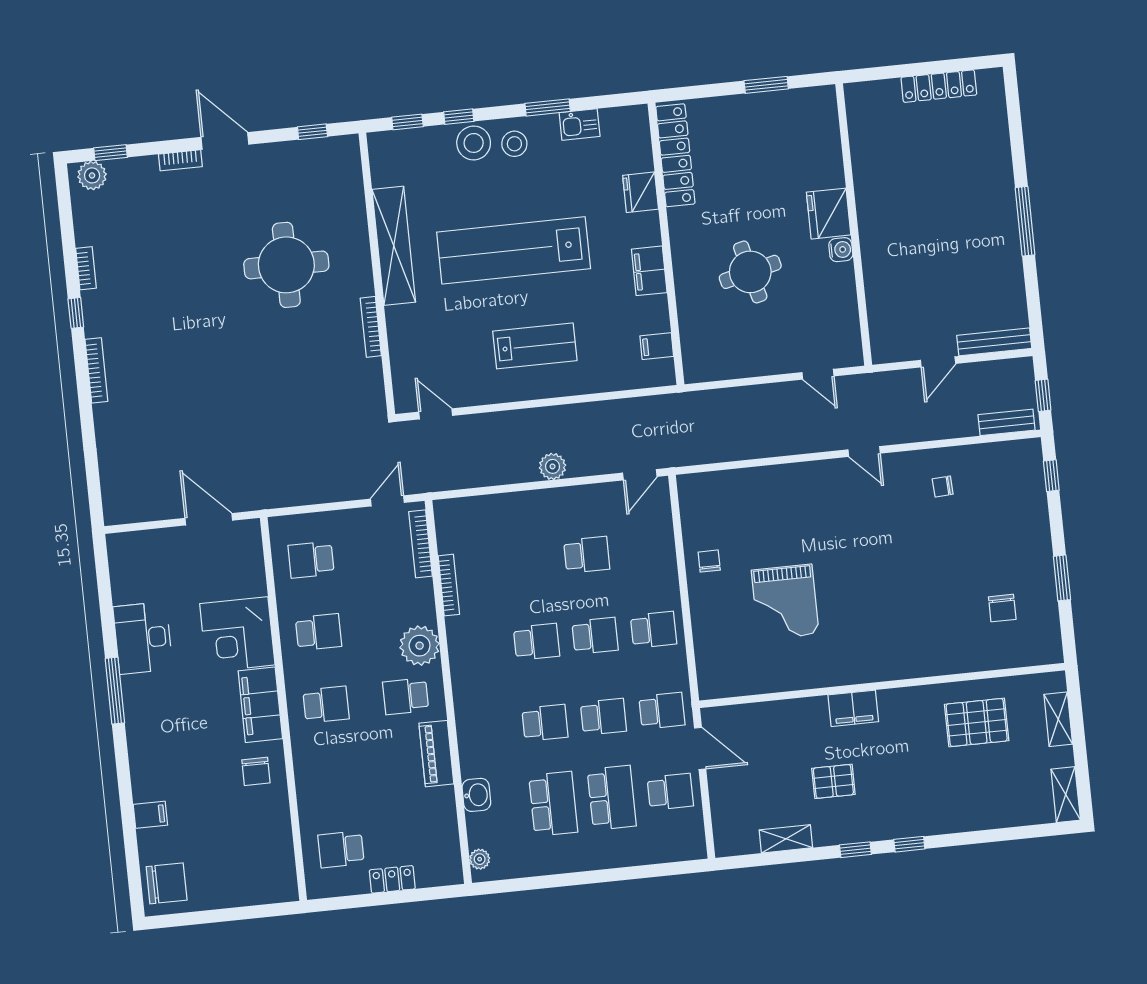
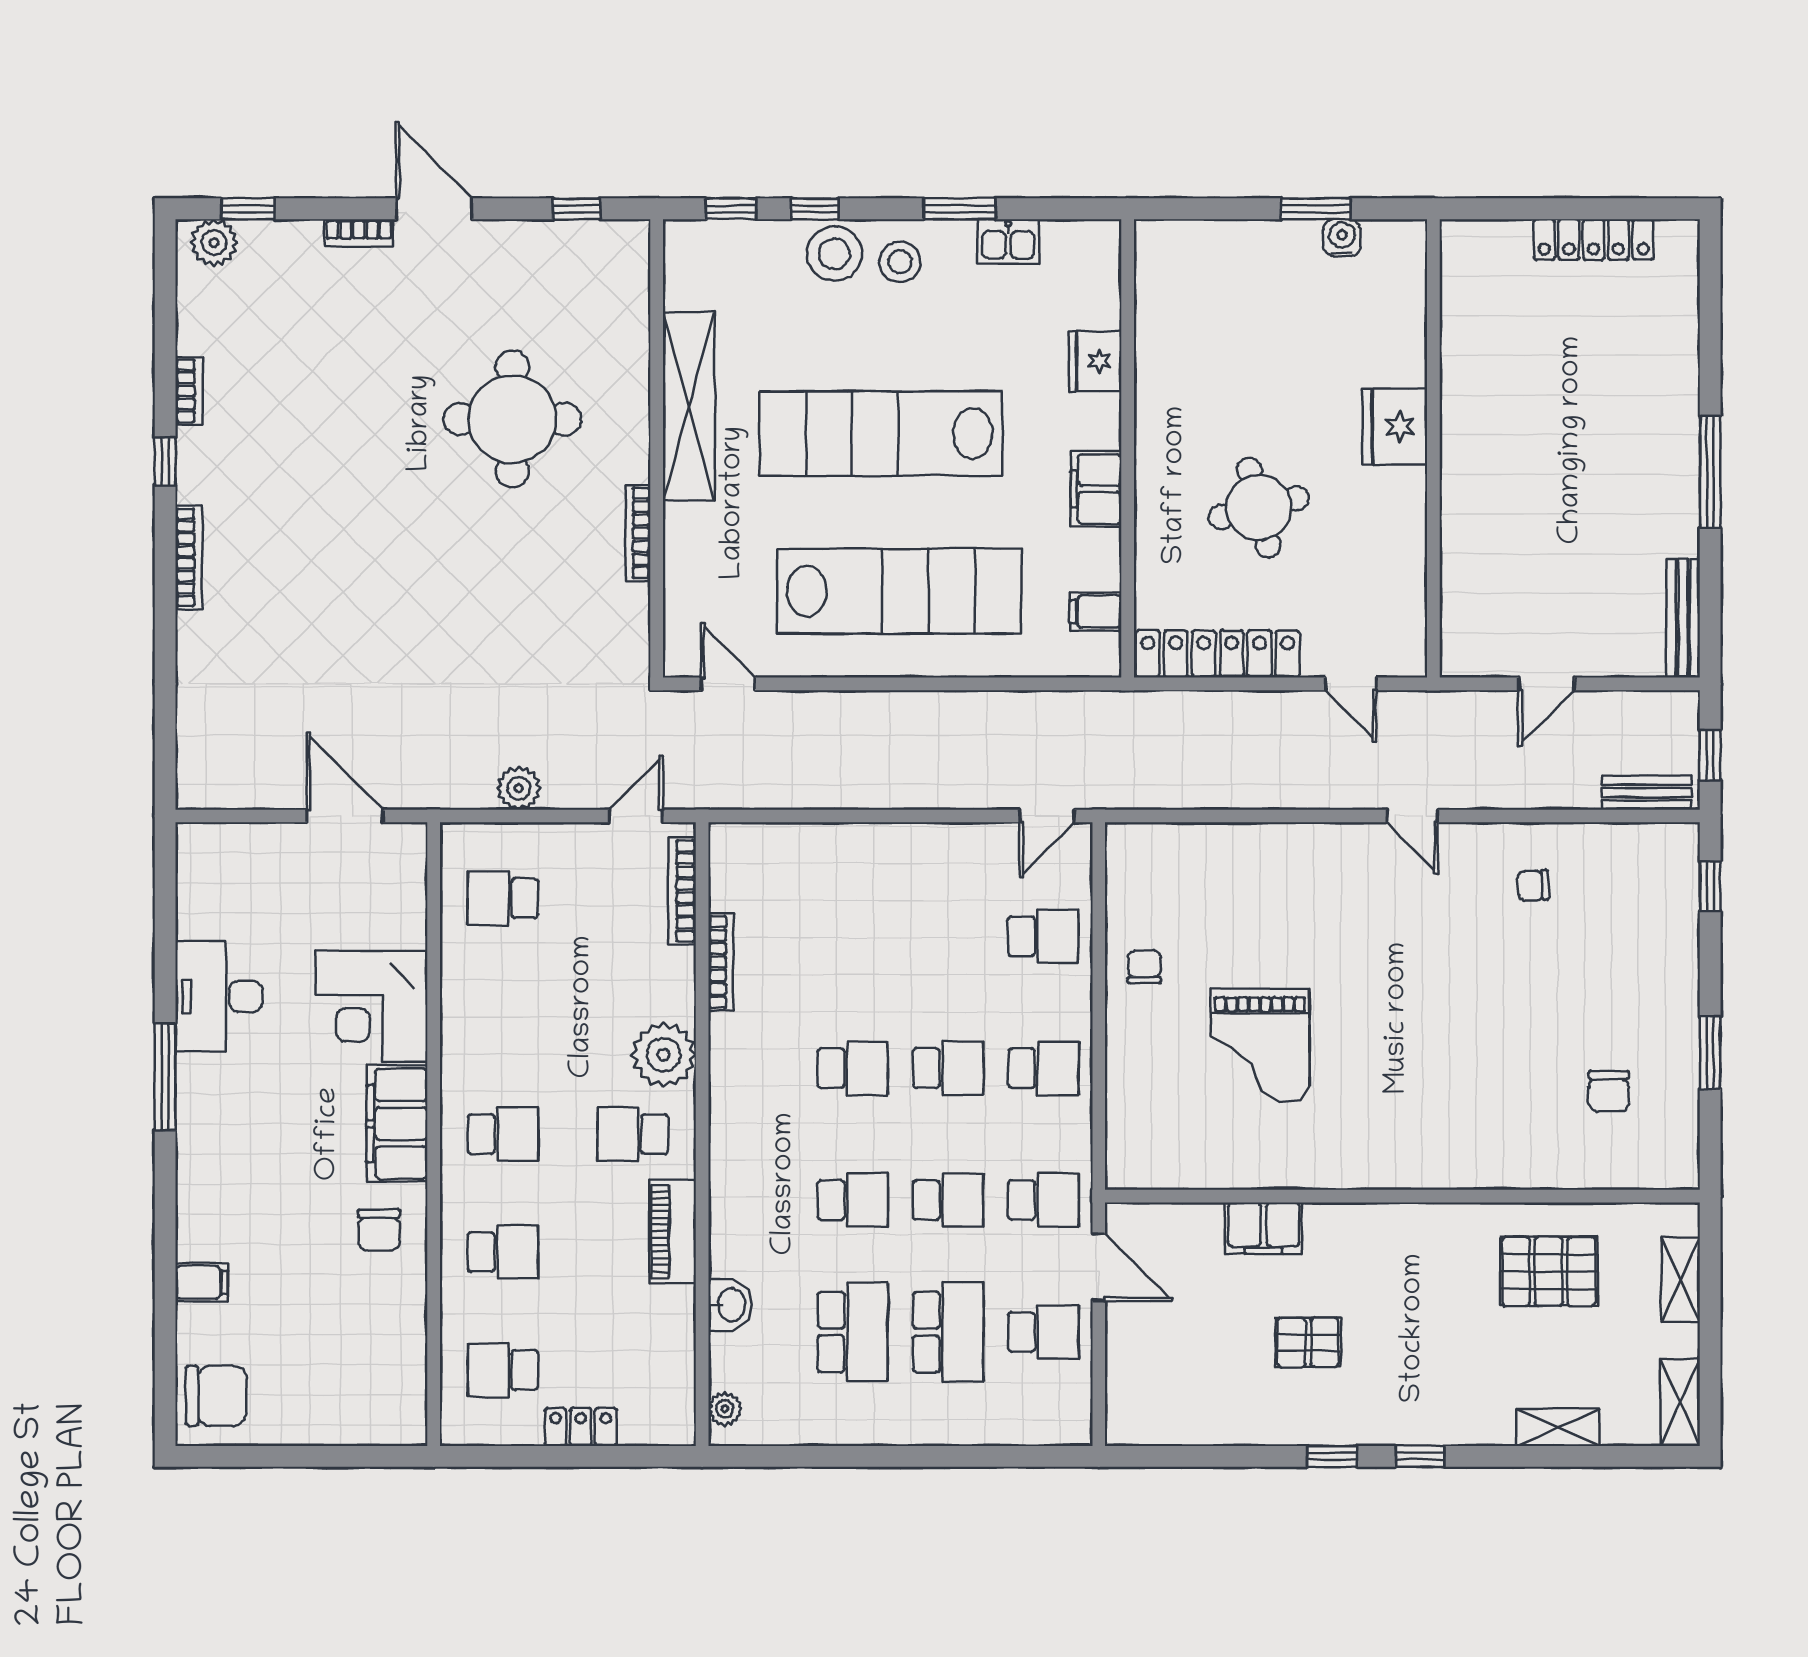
locker: (675, 155) -> (1218, 654), moved, turned -90
water cooler: (841, 250) -> (1342, 238), moved, turned -90
bench: (994, 342) -> (1683, 618), moved, turned 90
lab bench: (535, 346) -> (899, 591), width x1.86, depth x1.39
plant: (553, 466) -> (519, 788), moved
school desk: (587, 555) -> (1043, 936), moved
school desk: (319, 632) -> (503, 1252), moved
filing cabinet: (853, 708) -> (1264, 1228), moved
shelving: (786, 839) -> (1558, 1427), moved

